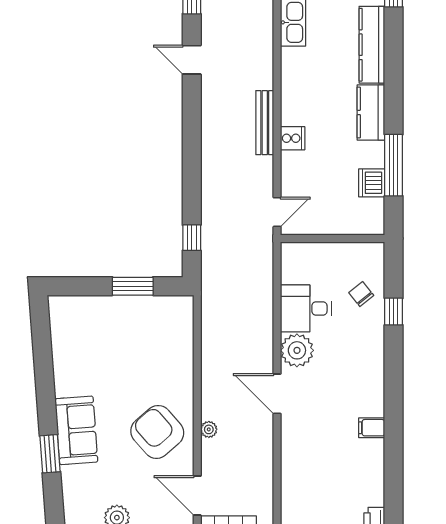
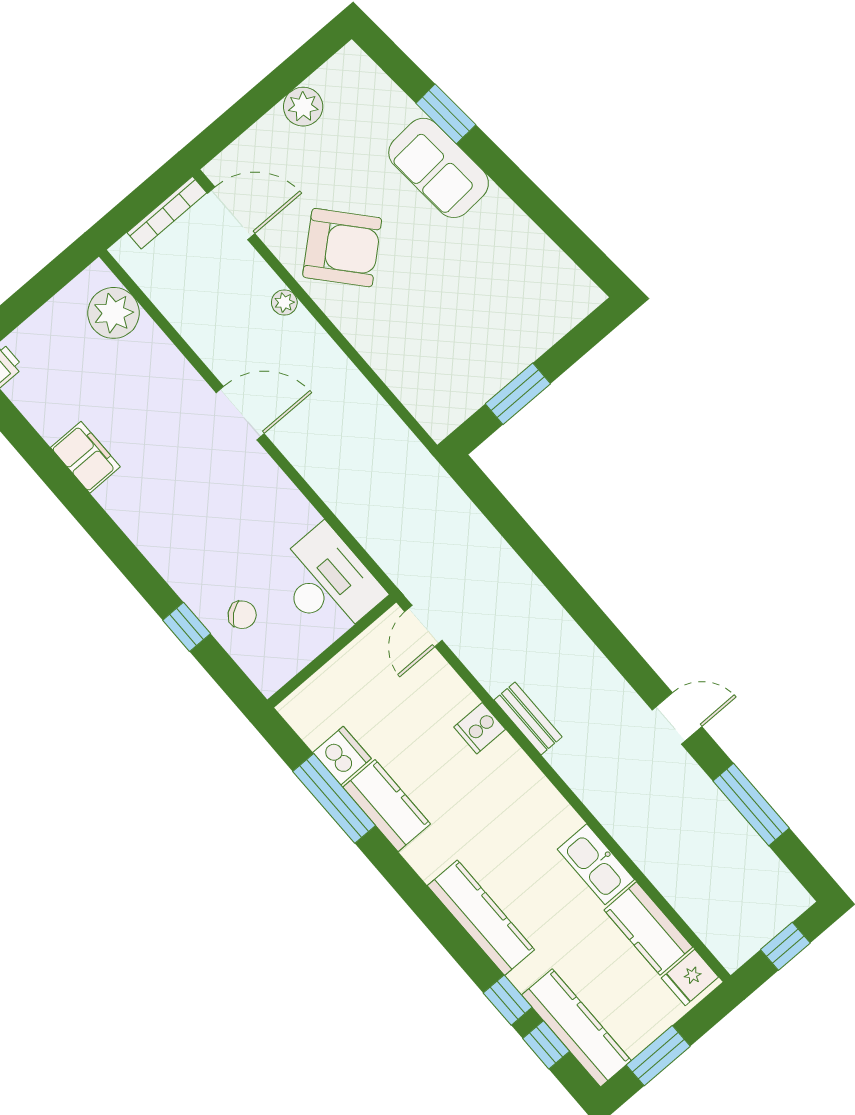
kitchen counter: (371, 112) -> (387, 806), moved
bench: (265, 123) -> (528, 718), width x0.73
window: (192, 238) -> (498, 510), removed
desk: (306, 308) -> (327, 582), moved, width x1.37
plant: (297, 350) -> (113, 313), moved
filing cabinet: (372, 428) -> (85, 457), width x2.00

